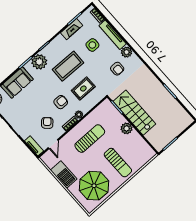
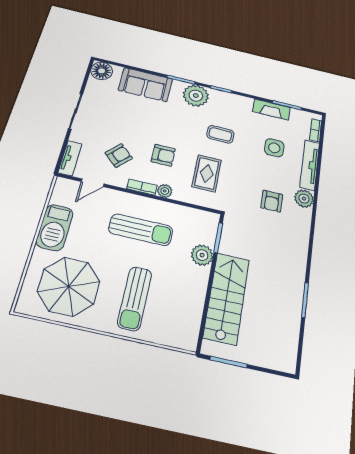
coffee table: (68, 66) -> (220, 134), width x0.54, depth x0.58
rug: (83, 89) -> (207, 173), turned 90
stairs: (134, 113) -> (227, 298), moved
plant: (127, 128) -> (202, 255), moved

